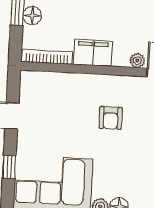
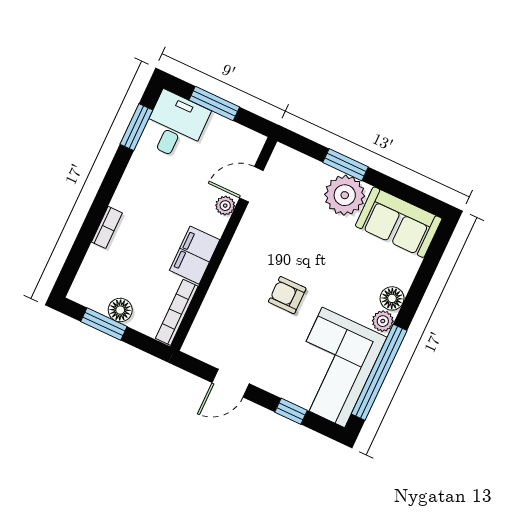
armchair: (111, 118) -> (287, 295), moved, turned 180

